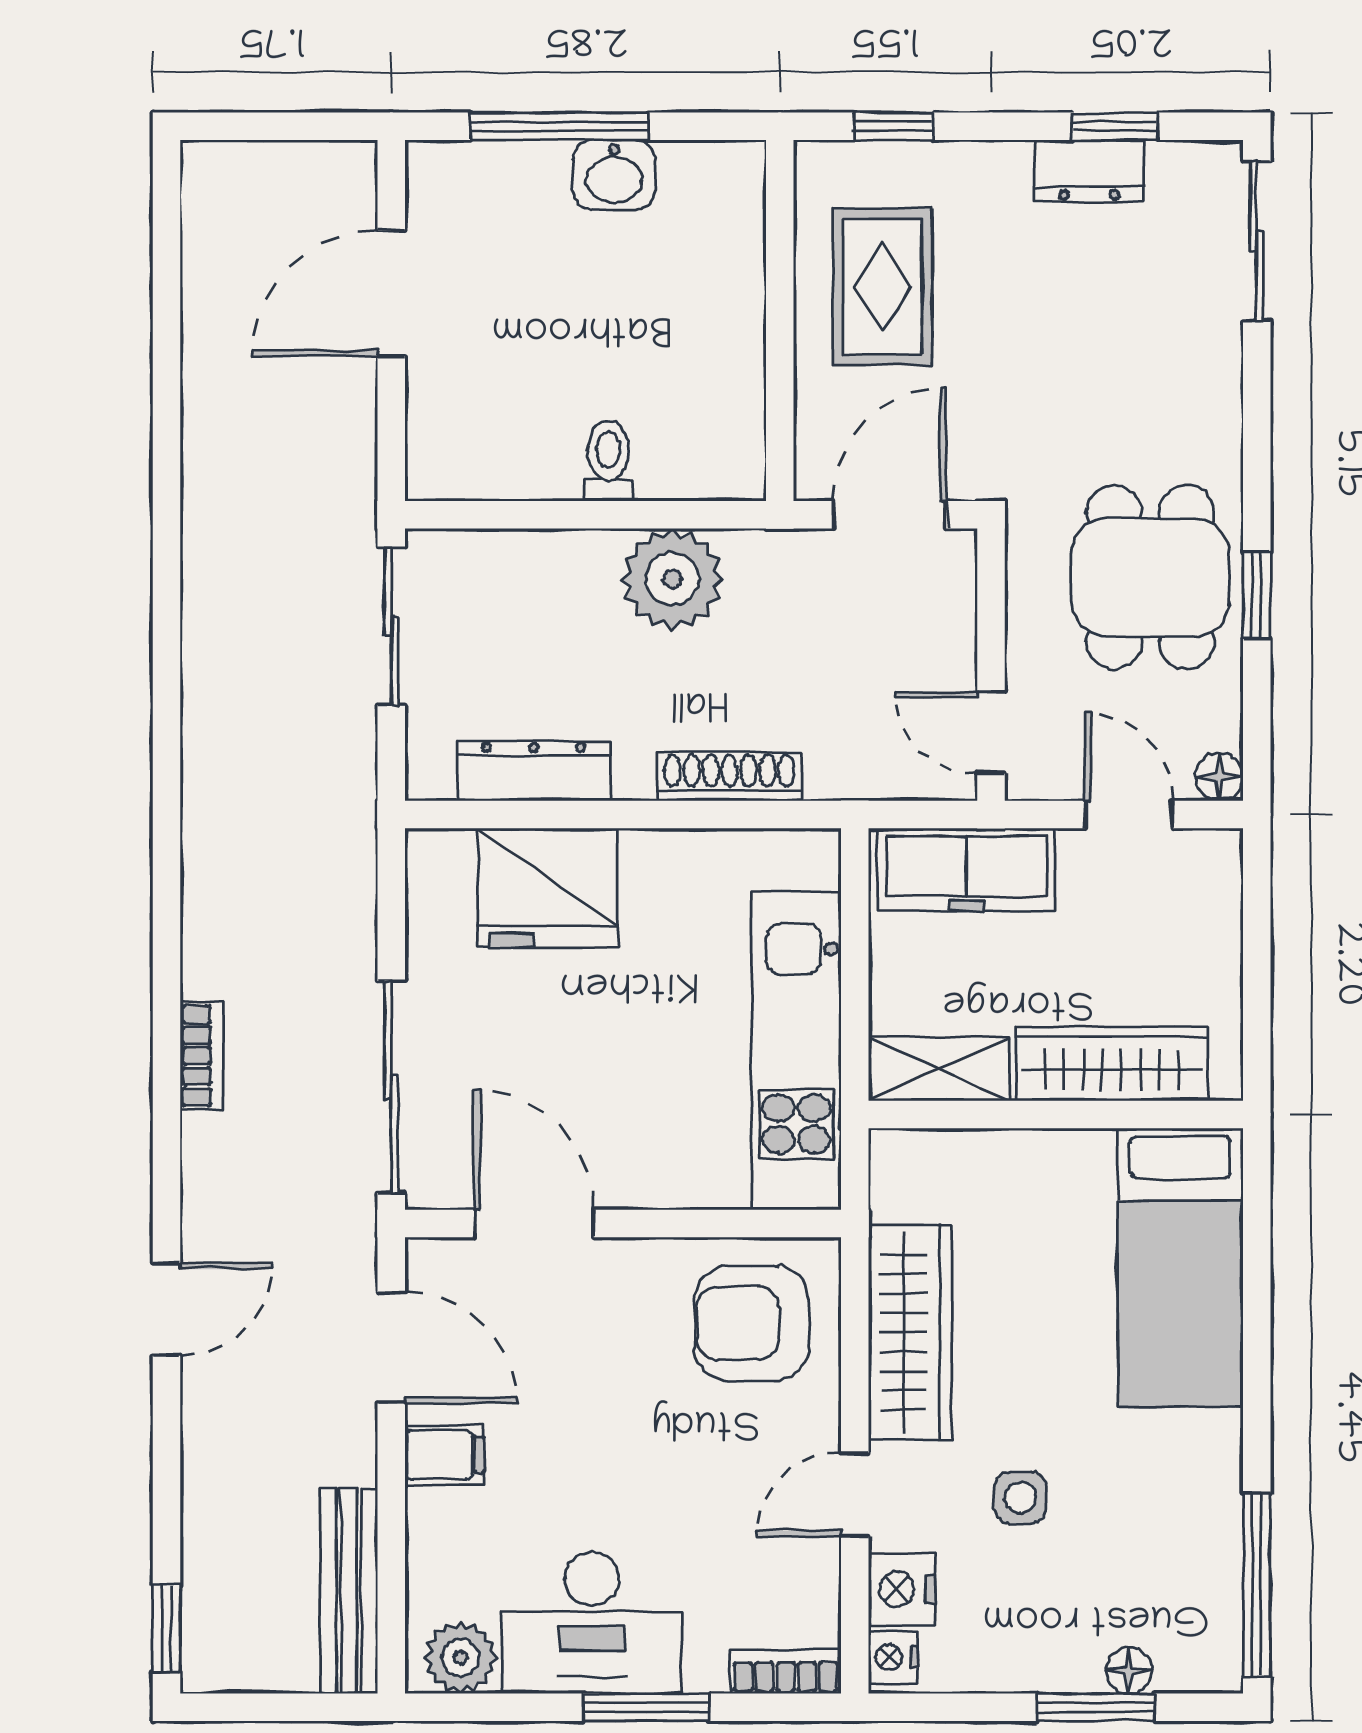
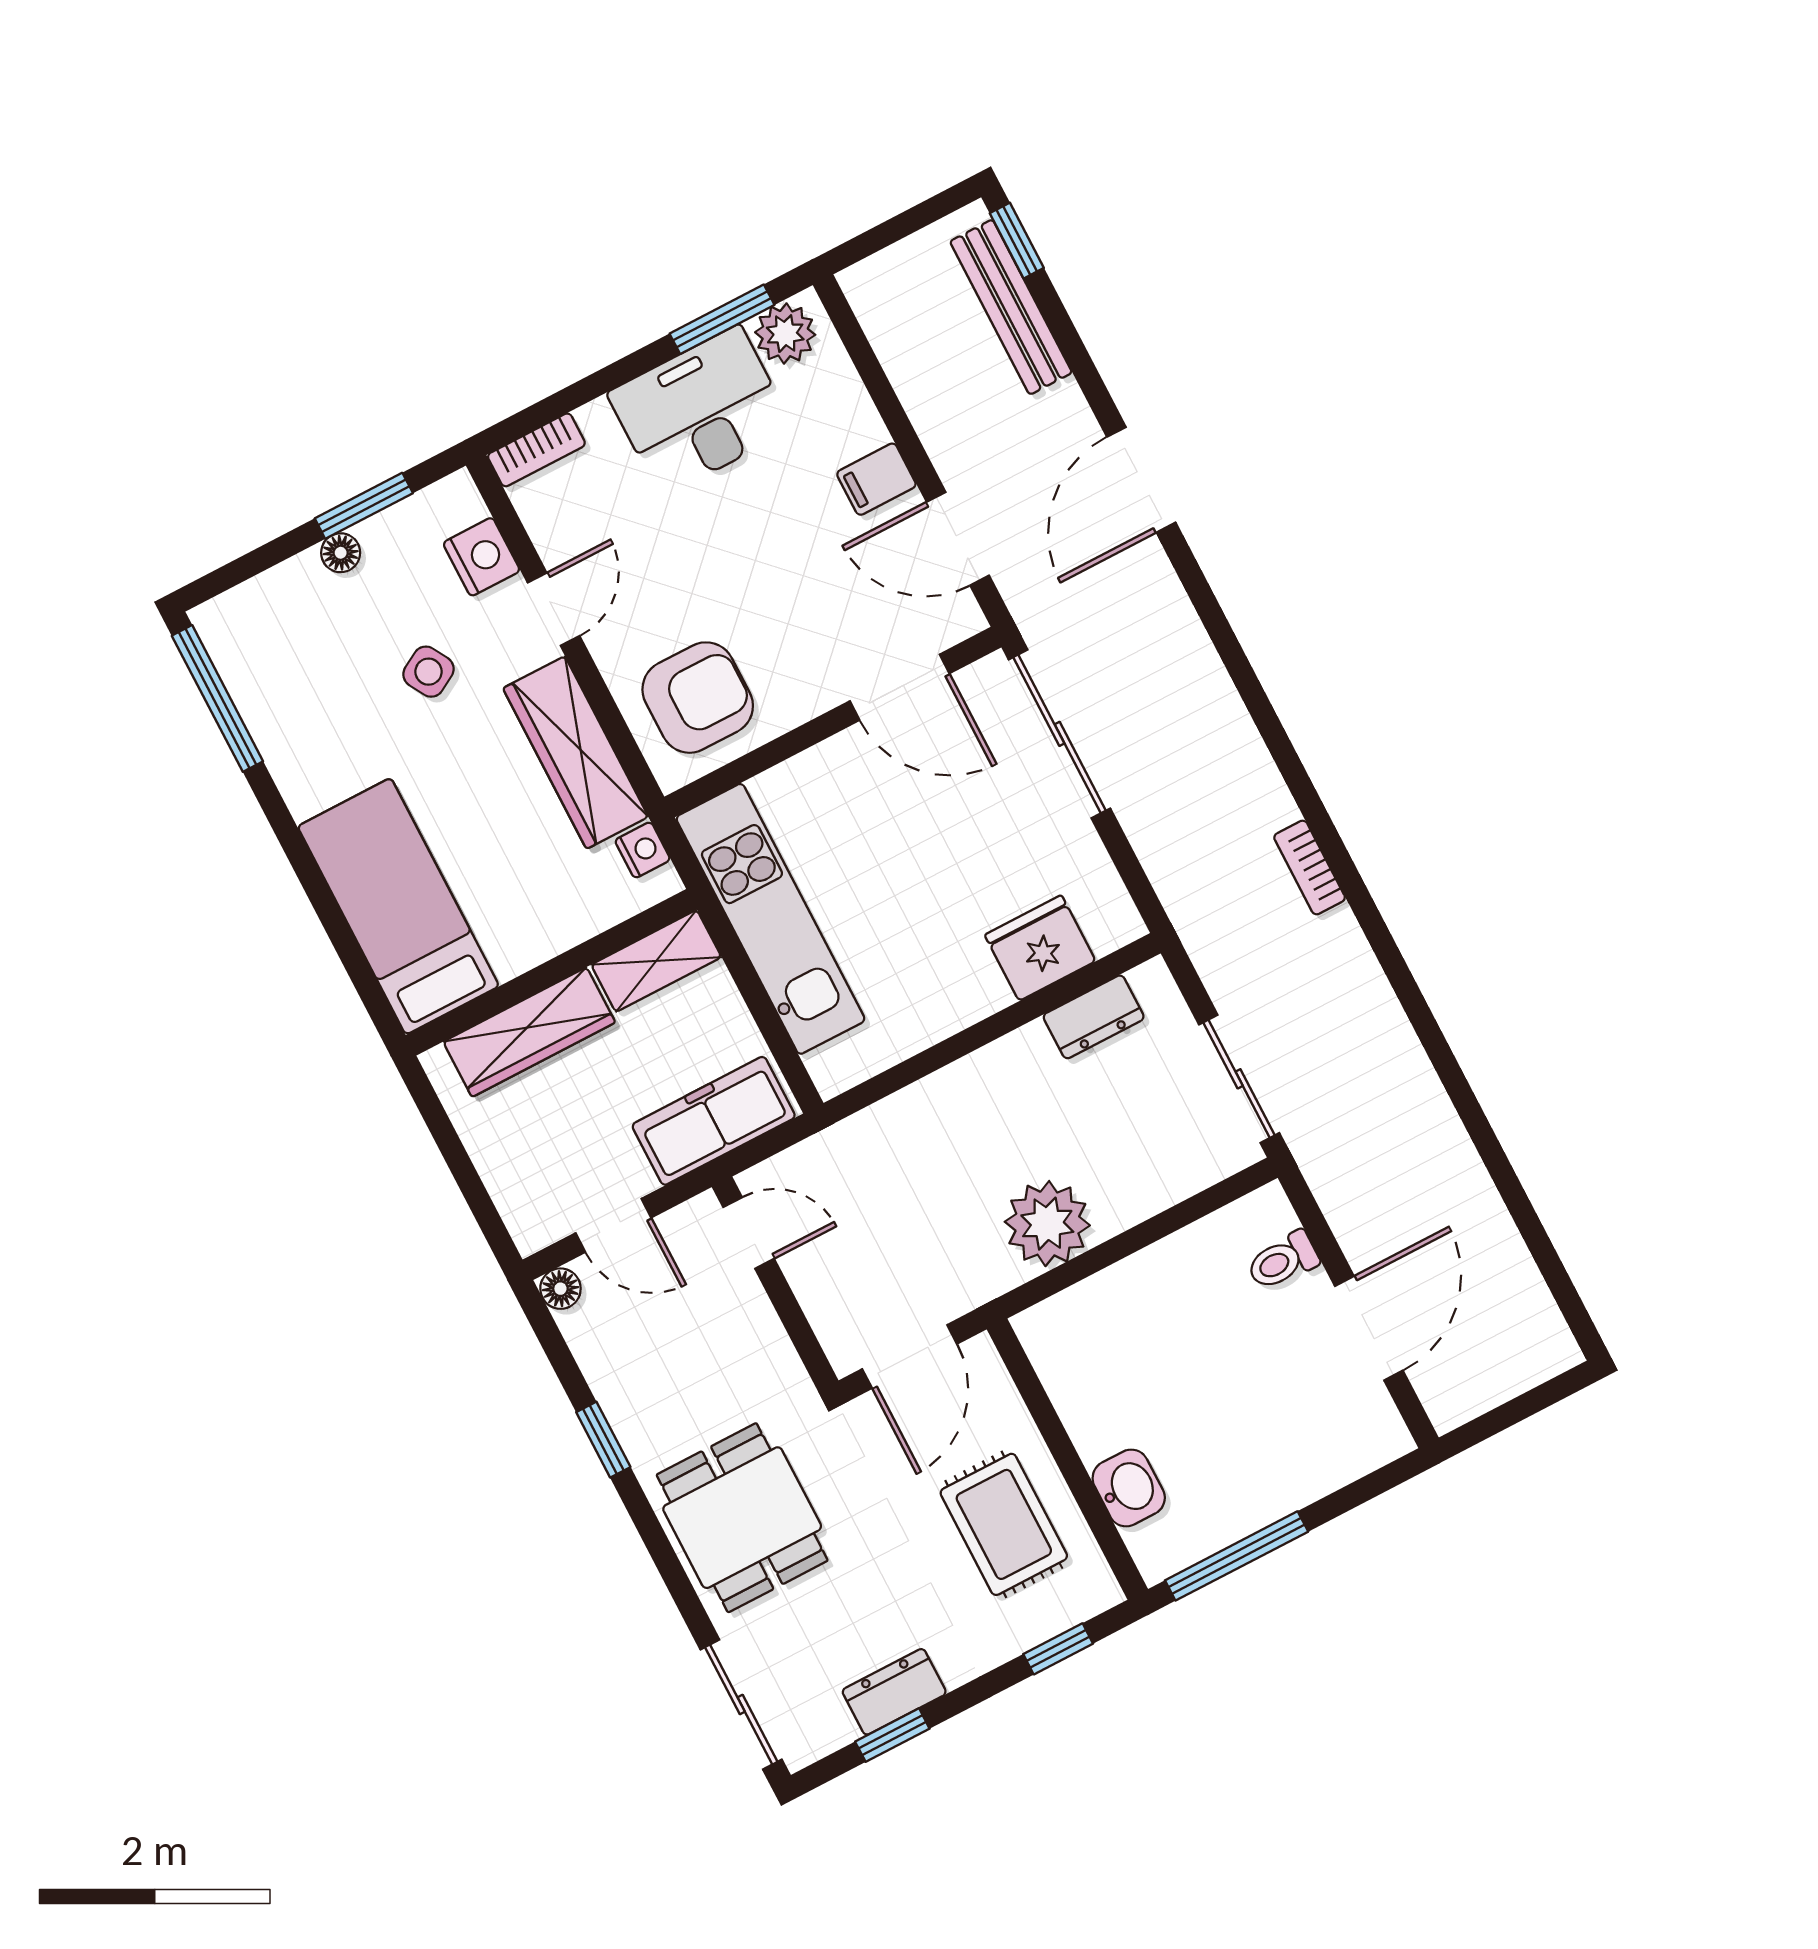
window: (559, 126) -> (1237, 1556), moved
washbasin: (614, 175) -> (1129, 1488), moved, turned 90
toilet: (608, 461) -> (1283, 1261), moved, turned 90
dining table: (1150, 577) -> (742, 1518), moved
dresser: (534, 771) -> (1094, 1017), width x0.70
shoe rack: (730, 776) -> (927, 1098), removed
fridge: (547, 888) -> (1040, 948), width x0.73, depth x0.75
bookcase: (202, 1056) -> (1310, 867), moved
door: (167, 1309) -> (1141, 480), width x1.38
side table: (1020, 1498) -> (429, 672), turned -30
bench: (349, 1591) -> (1011, 307), moved
nightstand: (893, 1657) -> (643, 850), moved
floor lamp: (1129, 1671) -> (341, 553), moved
window: (646, 1707) -> (722, 319), moved
window: (1096, 1707) -> (364, 506), moved

